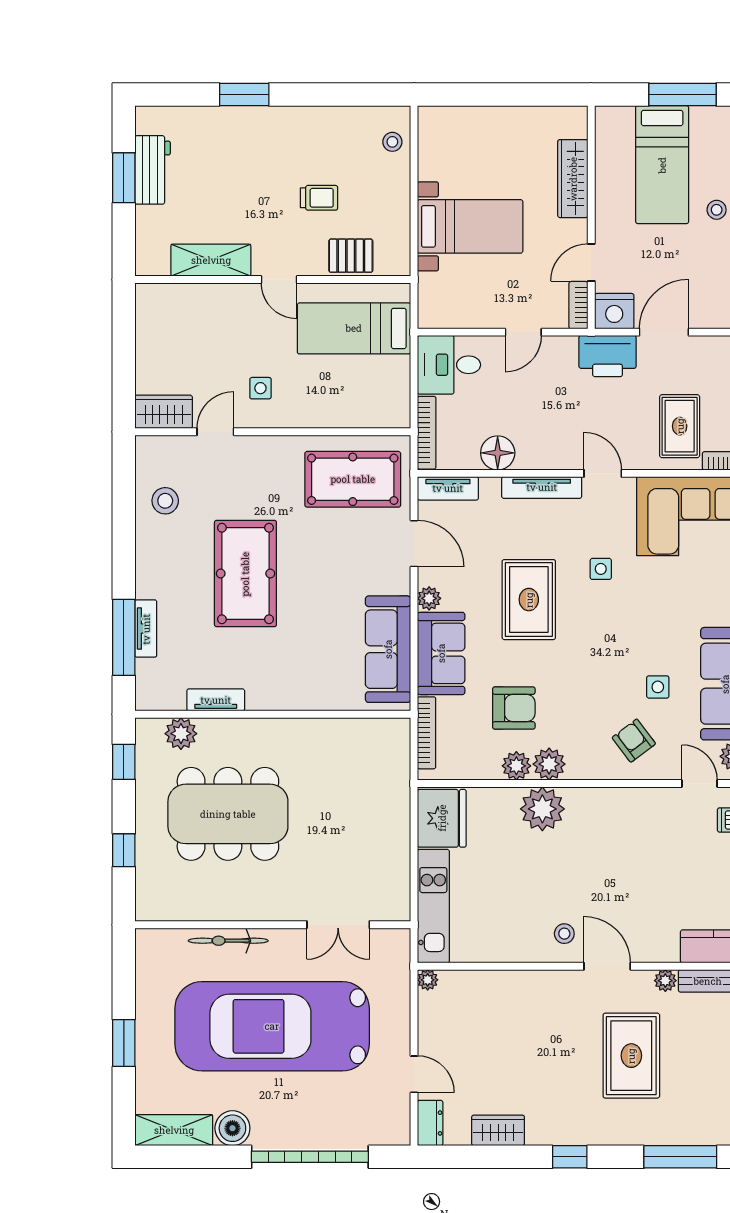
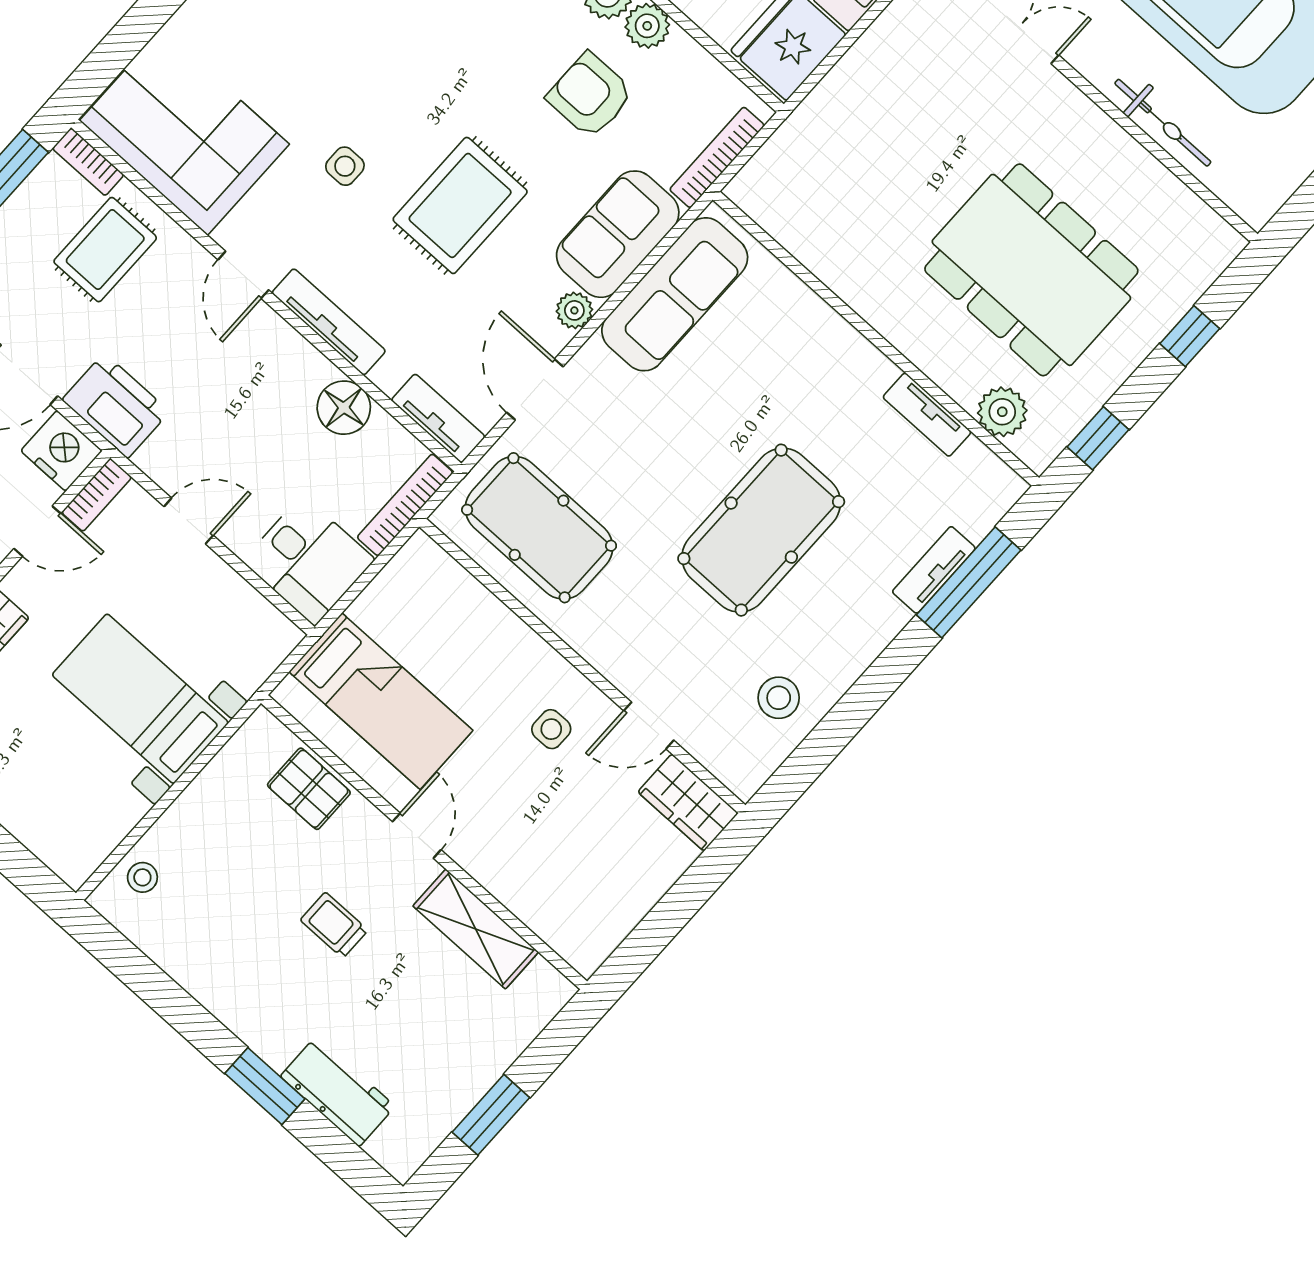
workbench: (153, 170) -> (338, 1091), moved, turned 90
trolley: (319, 198) -> (334, 925), moved

